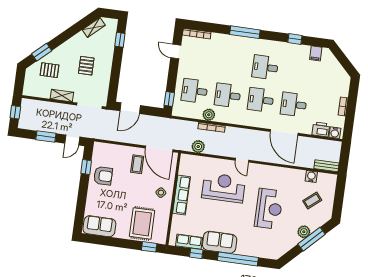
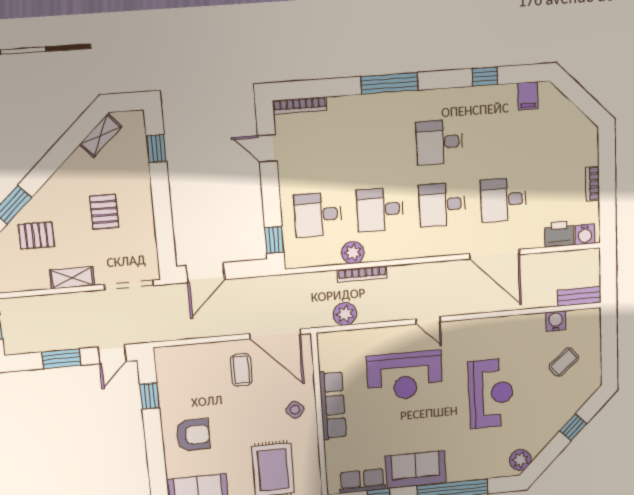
armchair: (103, 176) -> (193, 435), moved
reception desk: (224, 188) -> (405, 376), turned 180
plant: (304, 232) -> (520, 460), moved
window: (312, 239) -> (573, 427), width x0.46

